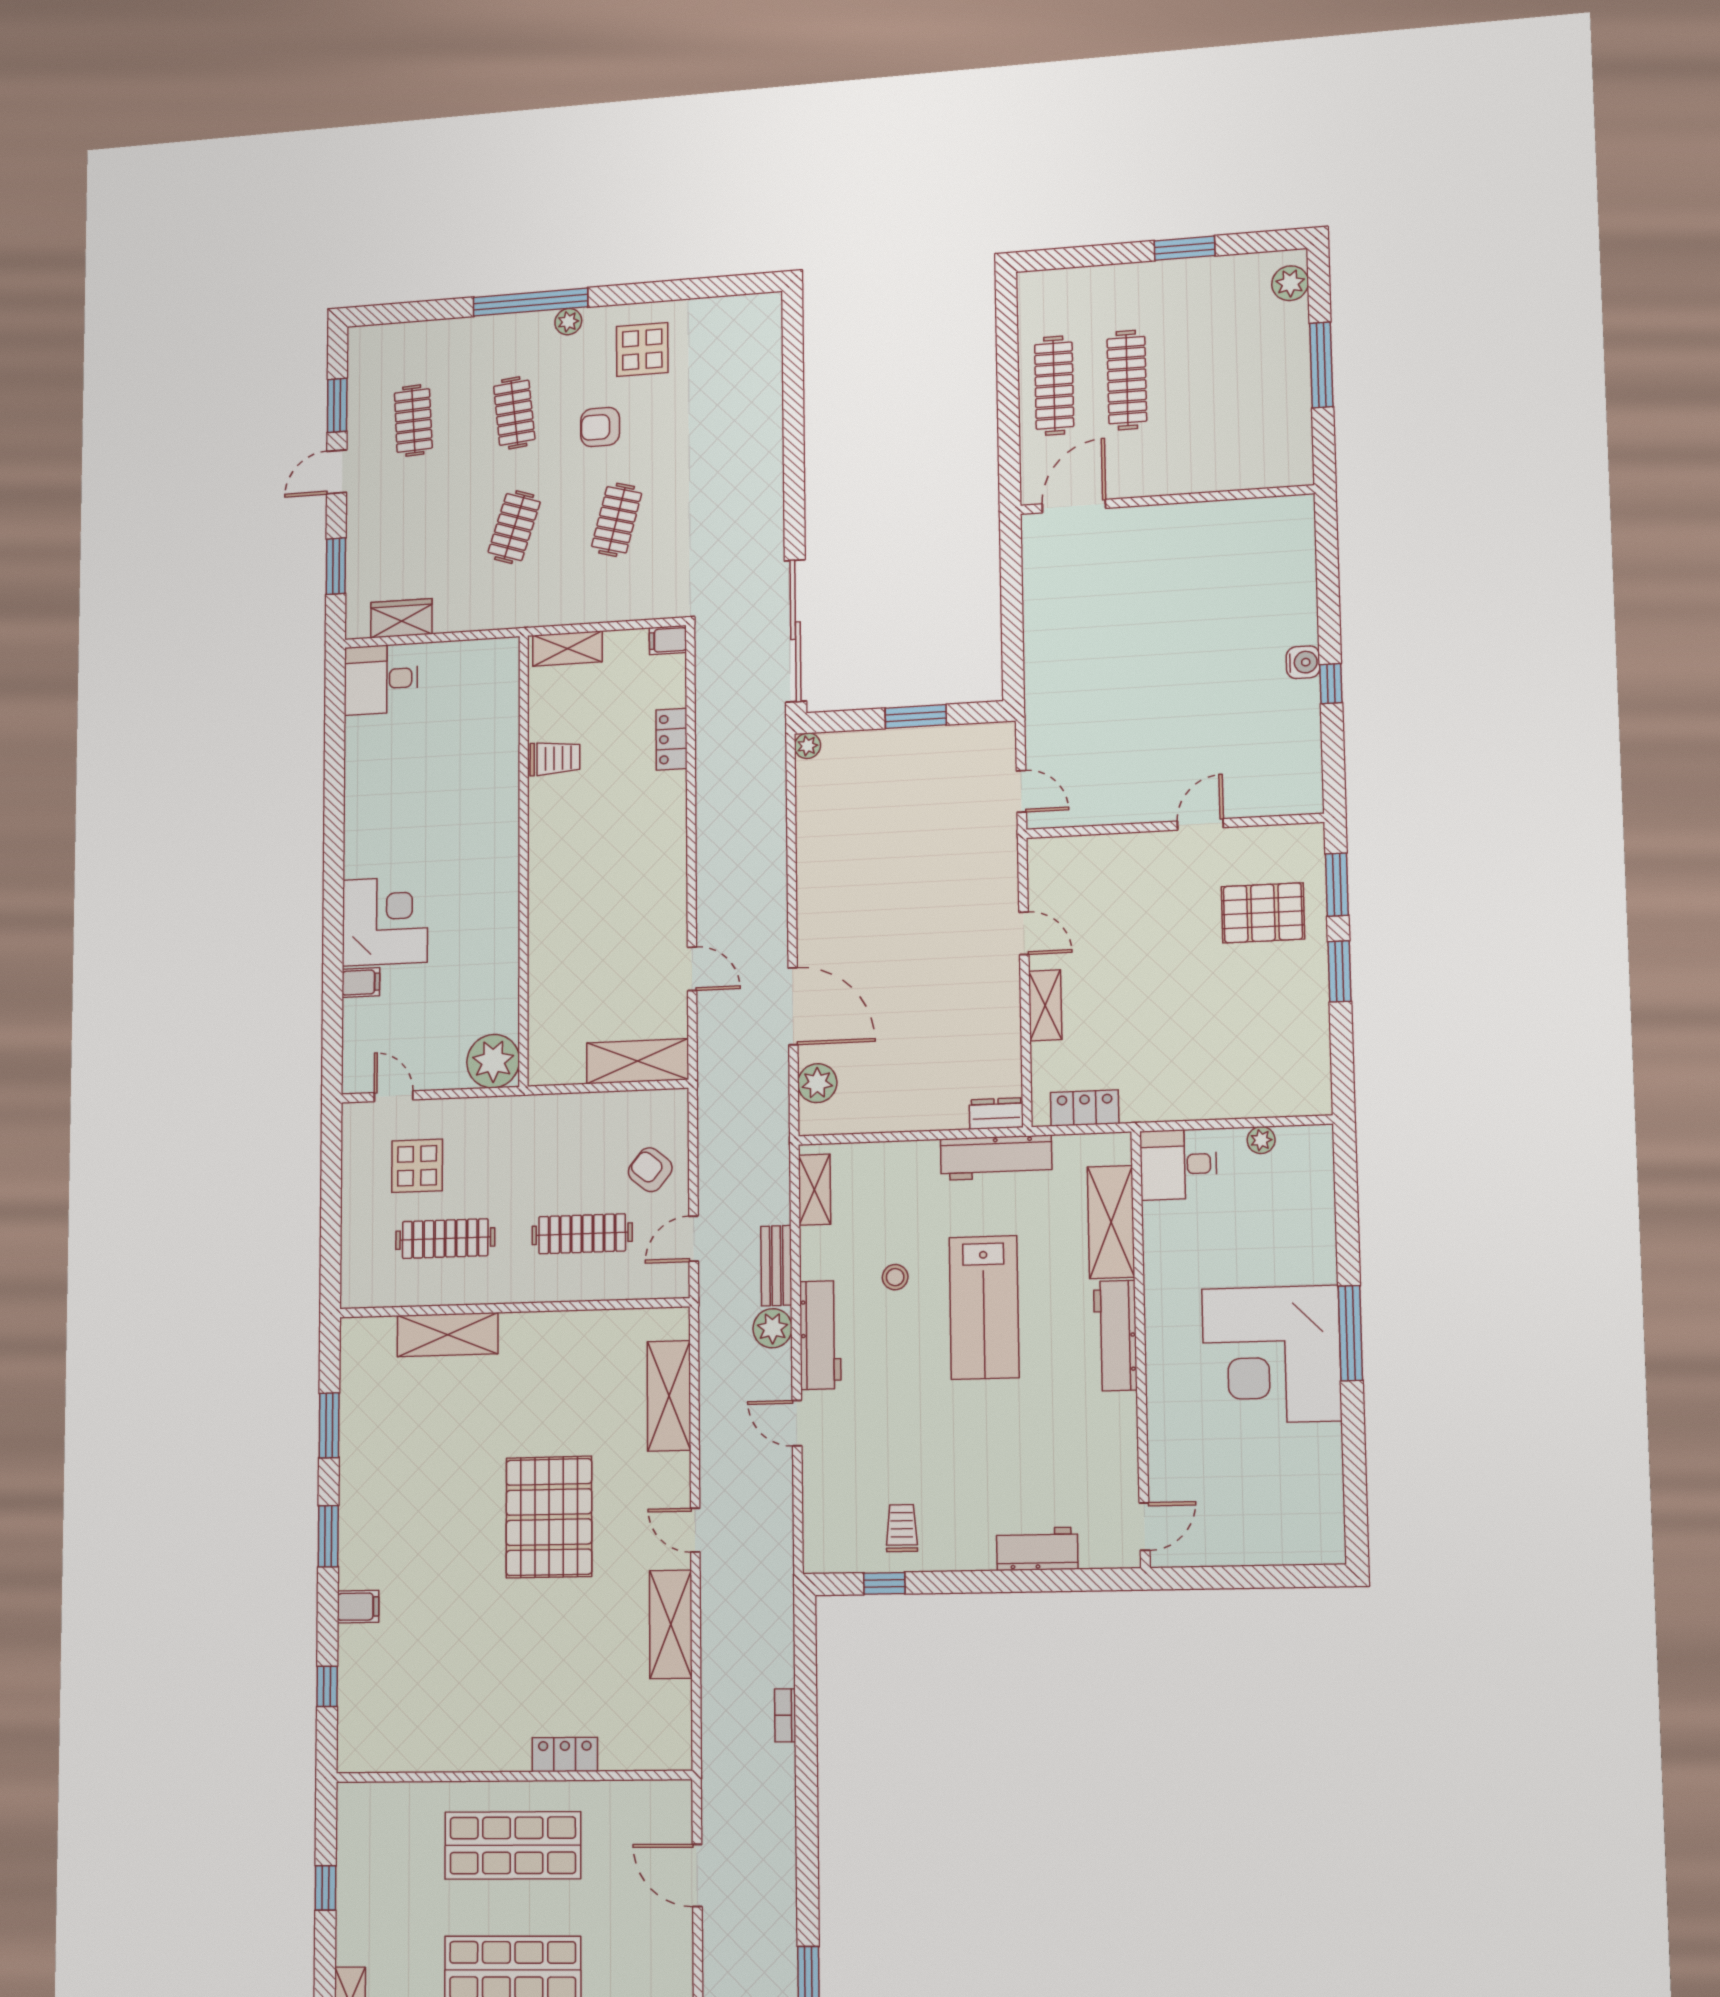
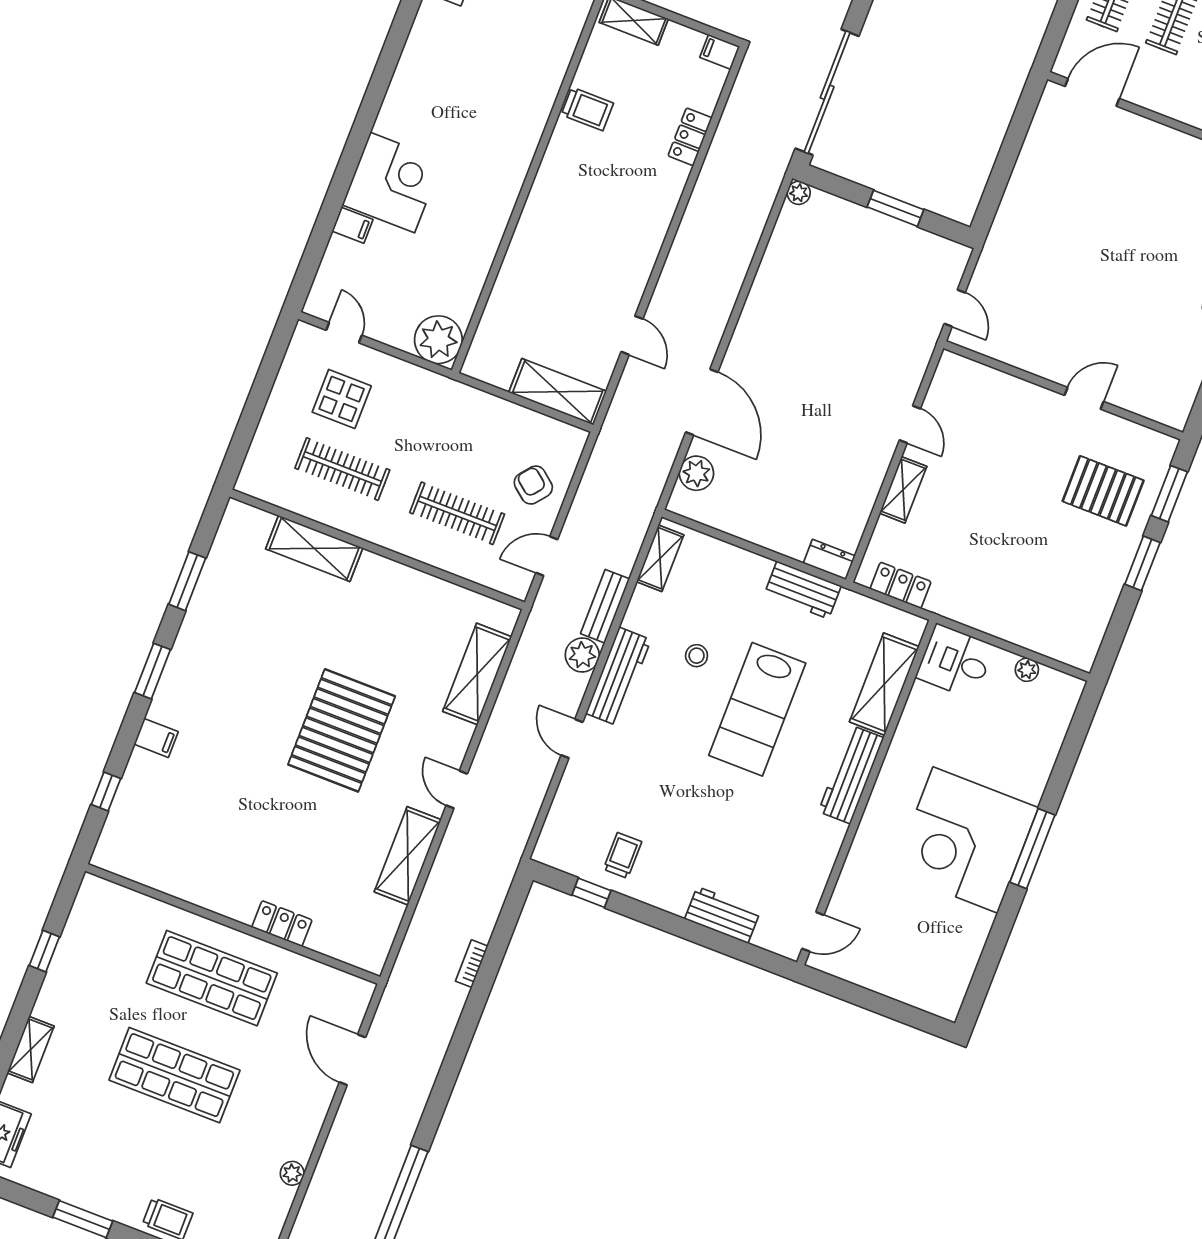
workbench: (996, 1158) -> (803, 590), width x0.73

